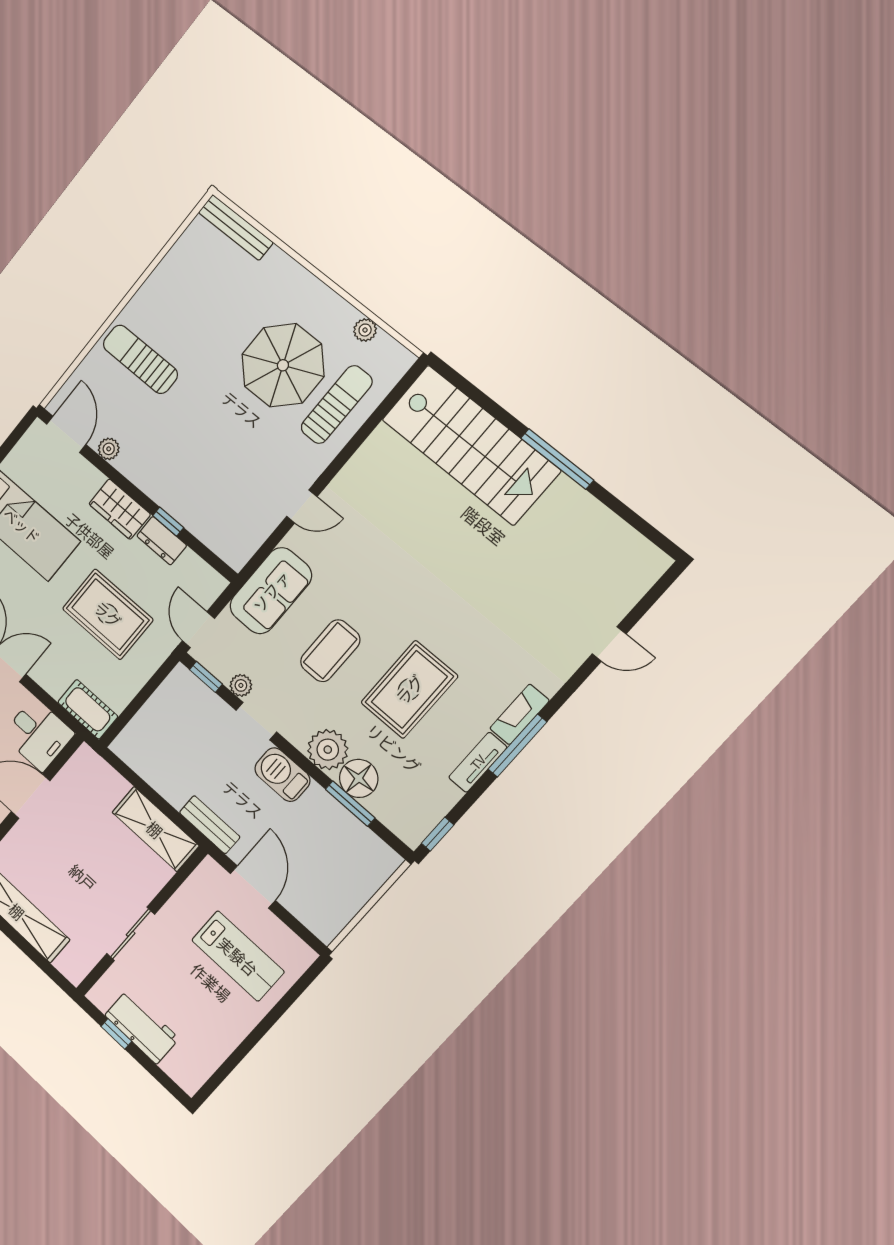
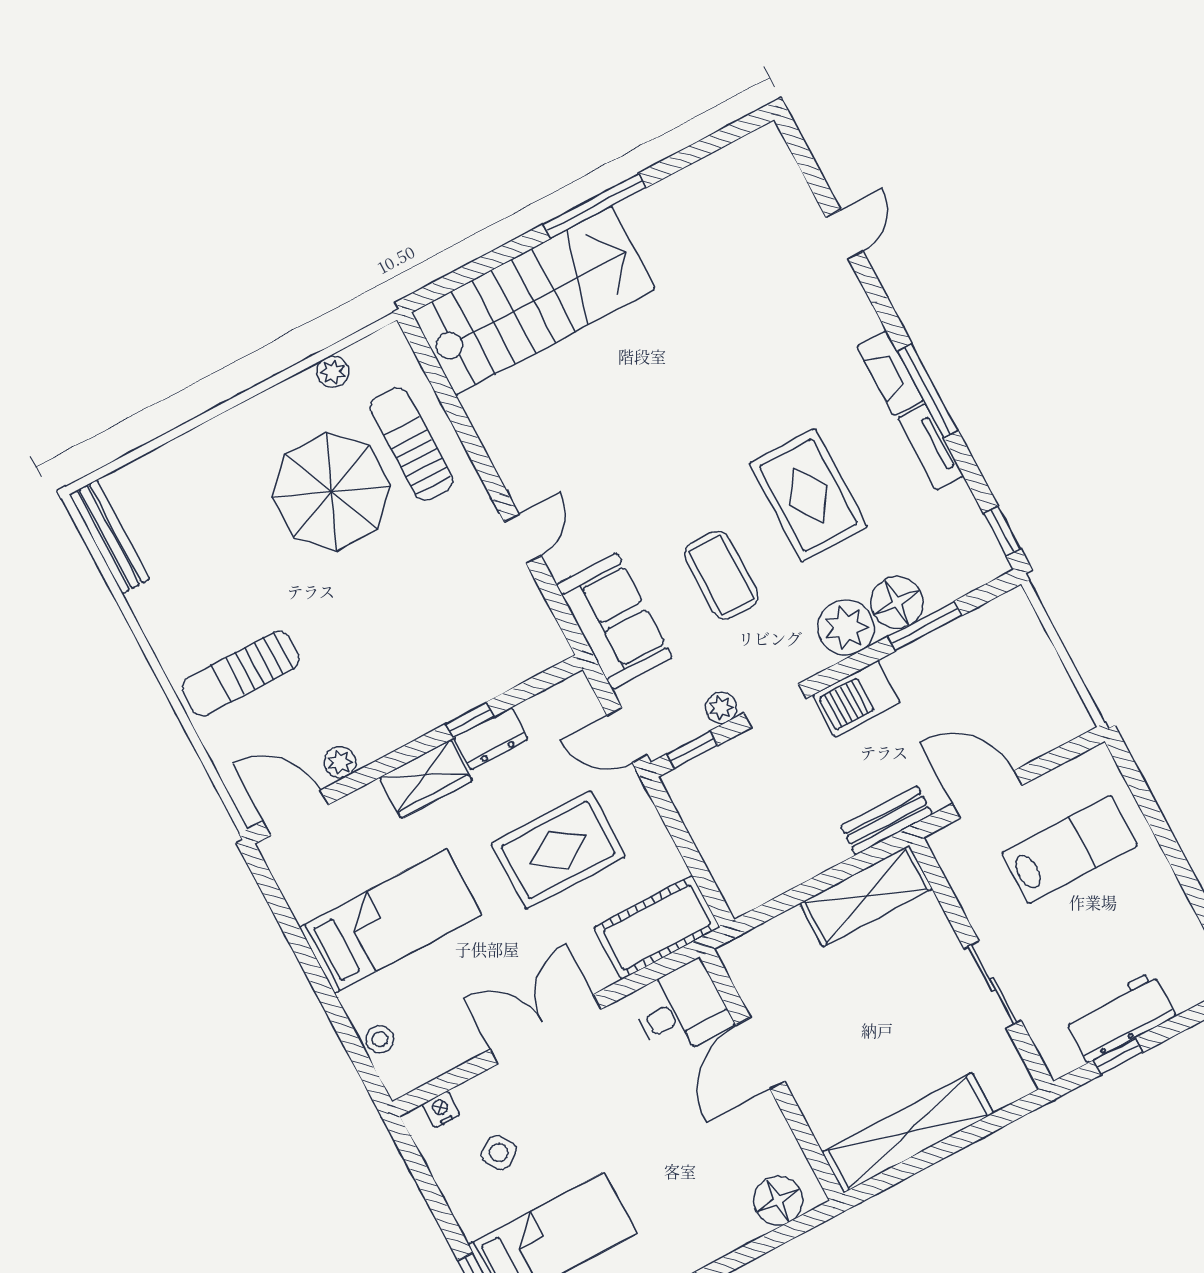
bench: (236, 227) -> (109, 537), moved, turned 90
cot: (88, 709) -> (657, 927), width x1.37, depth x1.34

